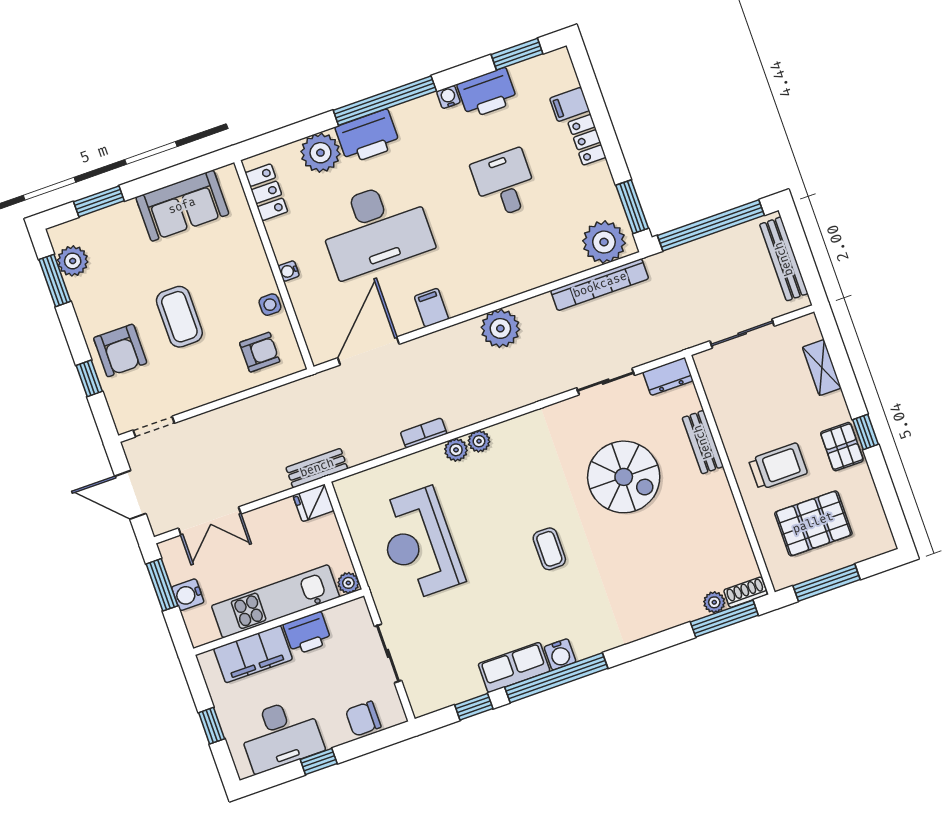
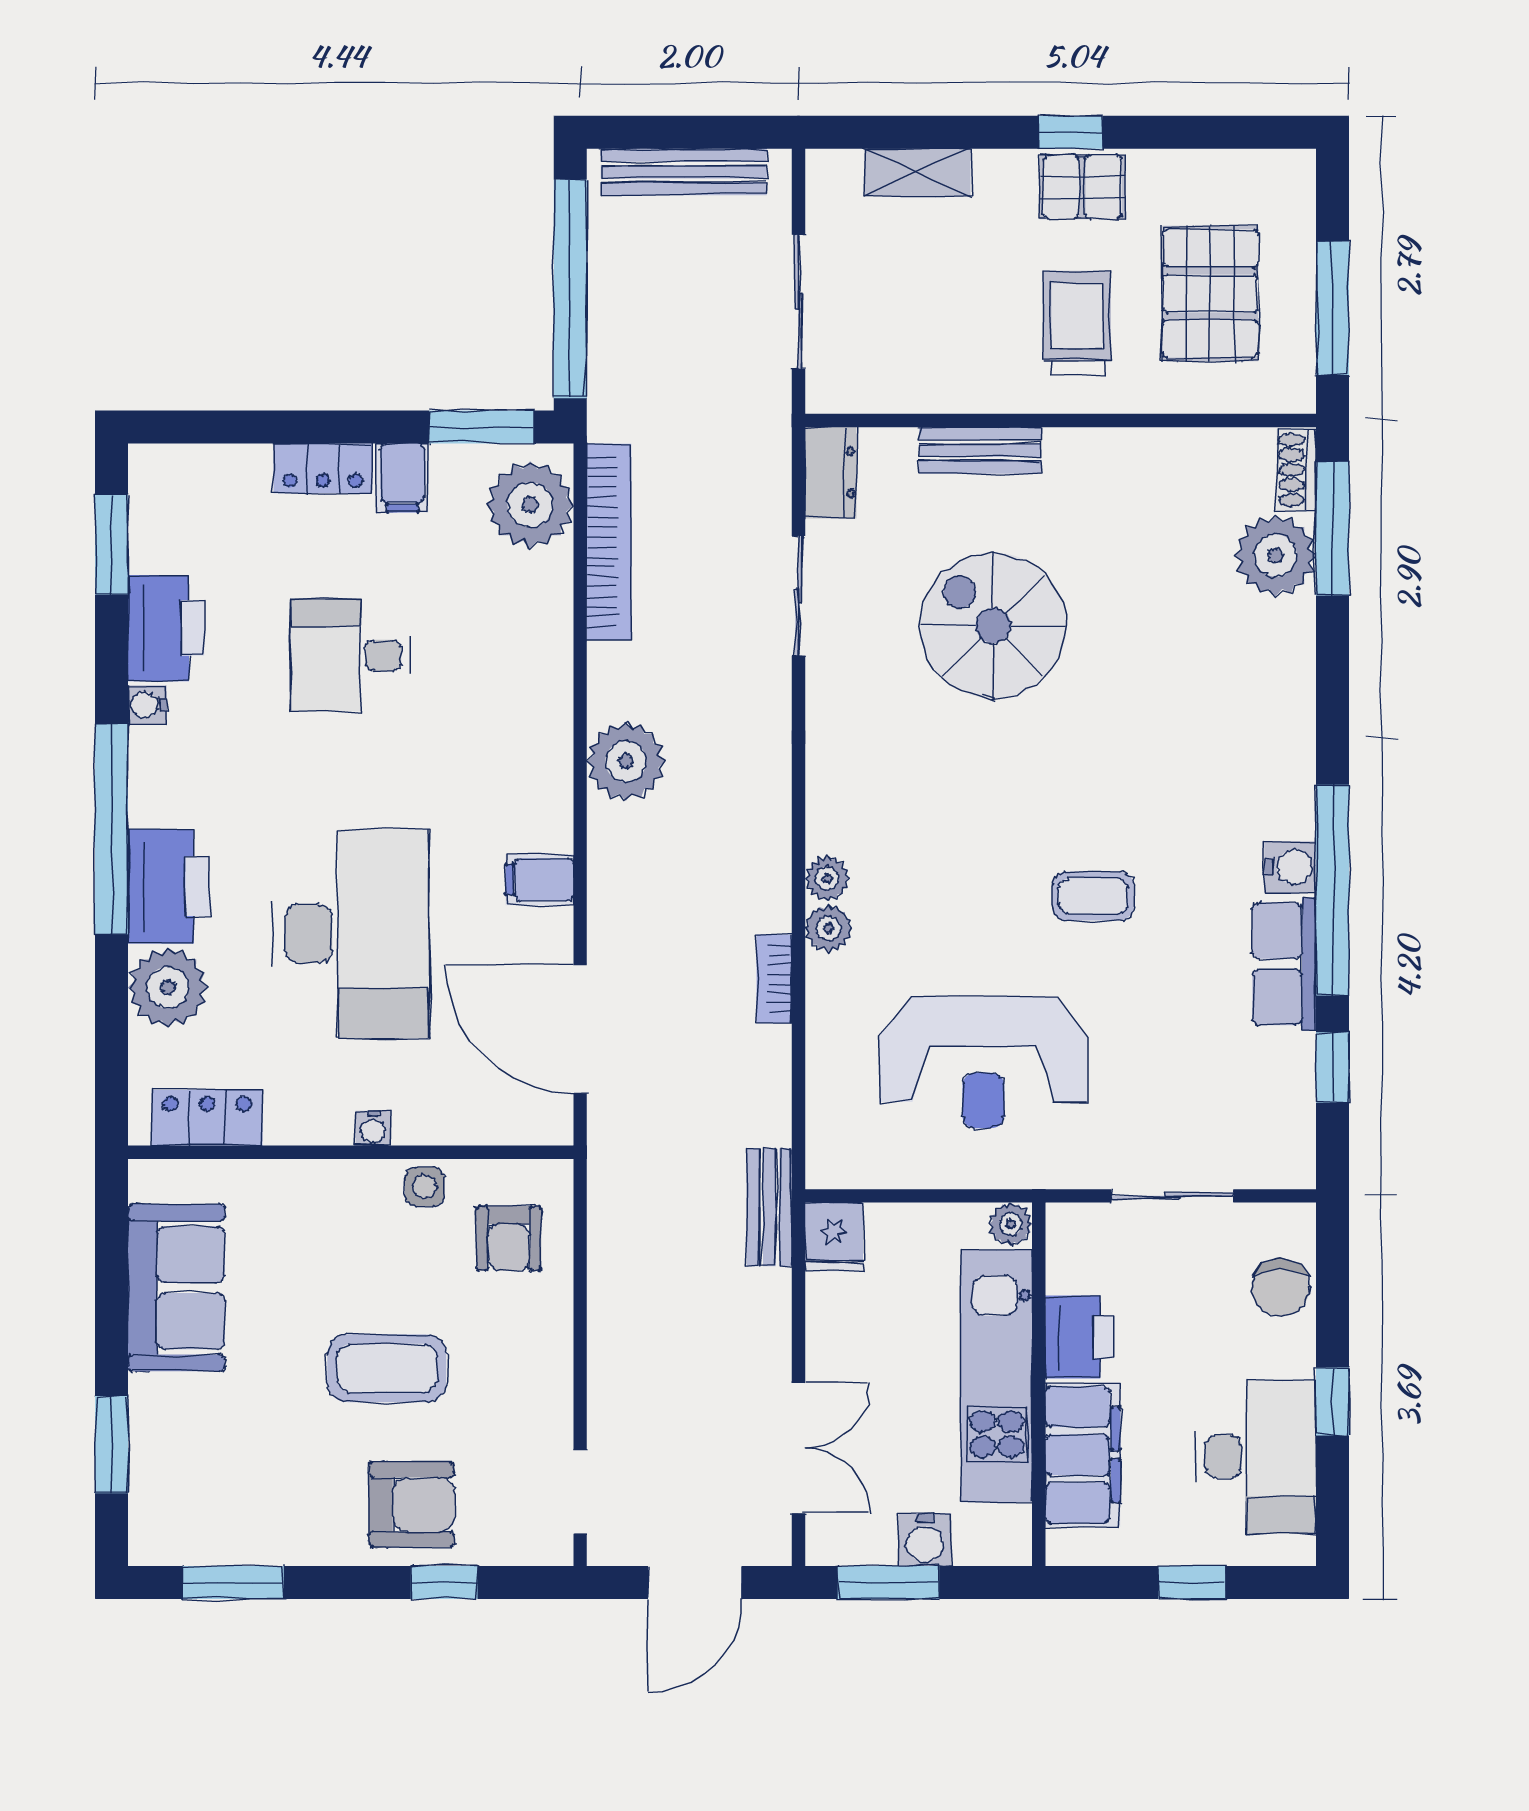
filing cabinet: (570, 104) -> (402, 478), moved
plant: (73, 261) -> (208, 1535), removed
armchair: (260, 352) -> (509, 1238), turned 180
spiral stairs: (624, 477) -> (993, 626), turned -90
coffee table: (549, 549) -> (1093, 896), moved
plant: (714, 602) -> (1276, 556), width x1.87, depth x1.87

